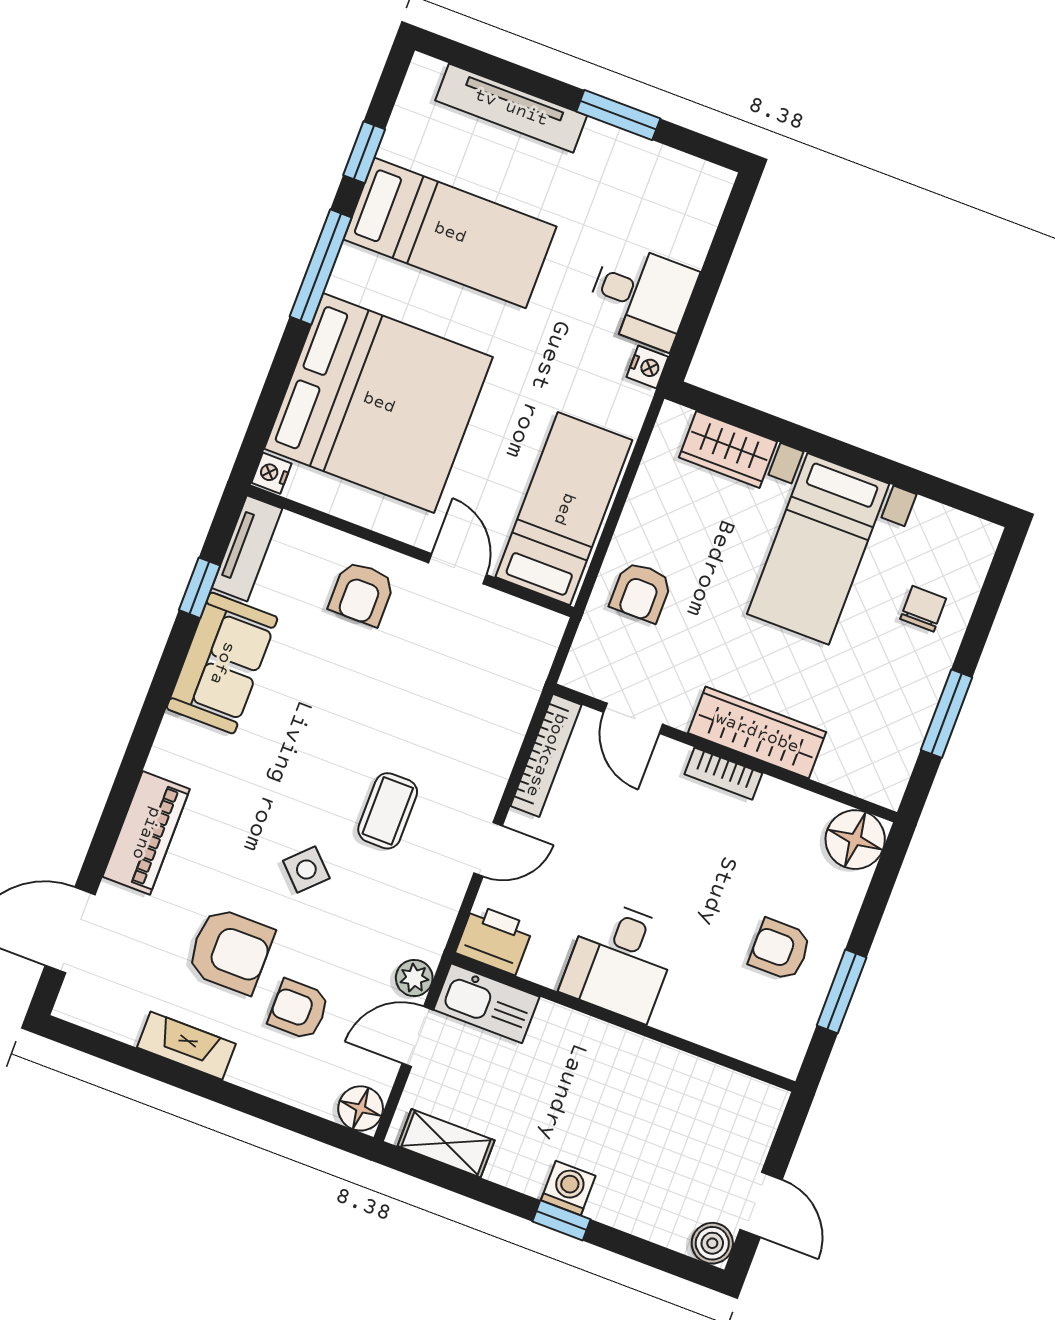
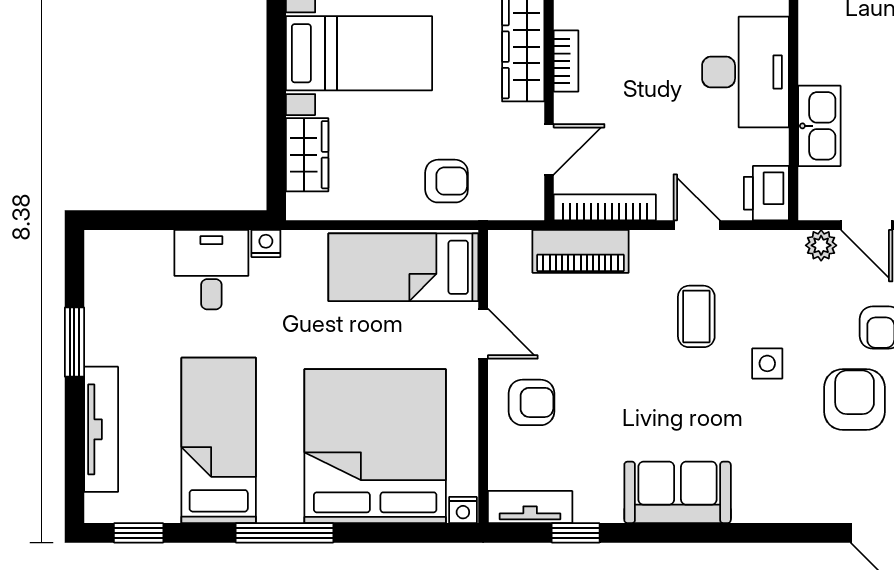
window: (364, 152) -> (139, 533), moved
door: (457, 569) -> (483, 334), swing flipped
sofa: (222, 663) -> (678, 492), moved
coffee table: (388, 811) -> (696, 316), turned 90
piano: (146, 833) -> (581, 251), moved, turned 180
side table: (306, 869) -> (767, 363), turned 45
desk: (620, 961) -> (745, 72), width x1.37
kitchen sink: (486, 1003) -> (819, 126), moved

